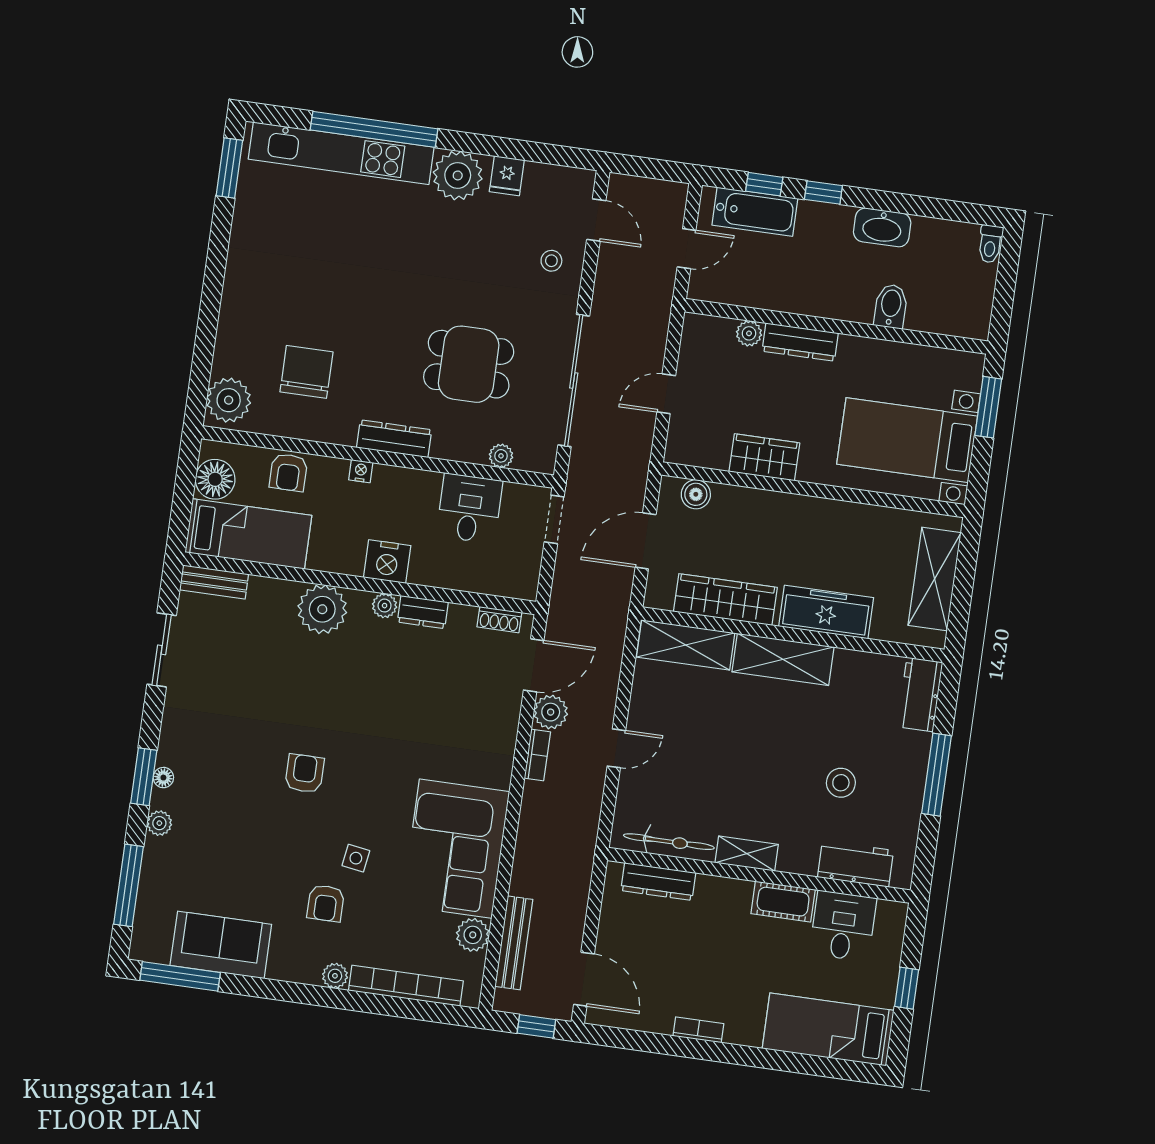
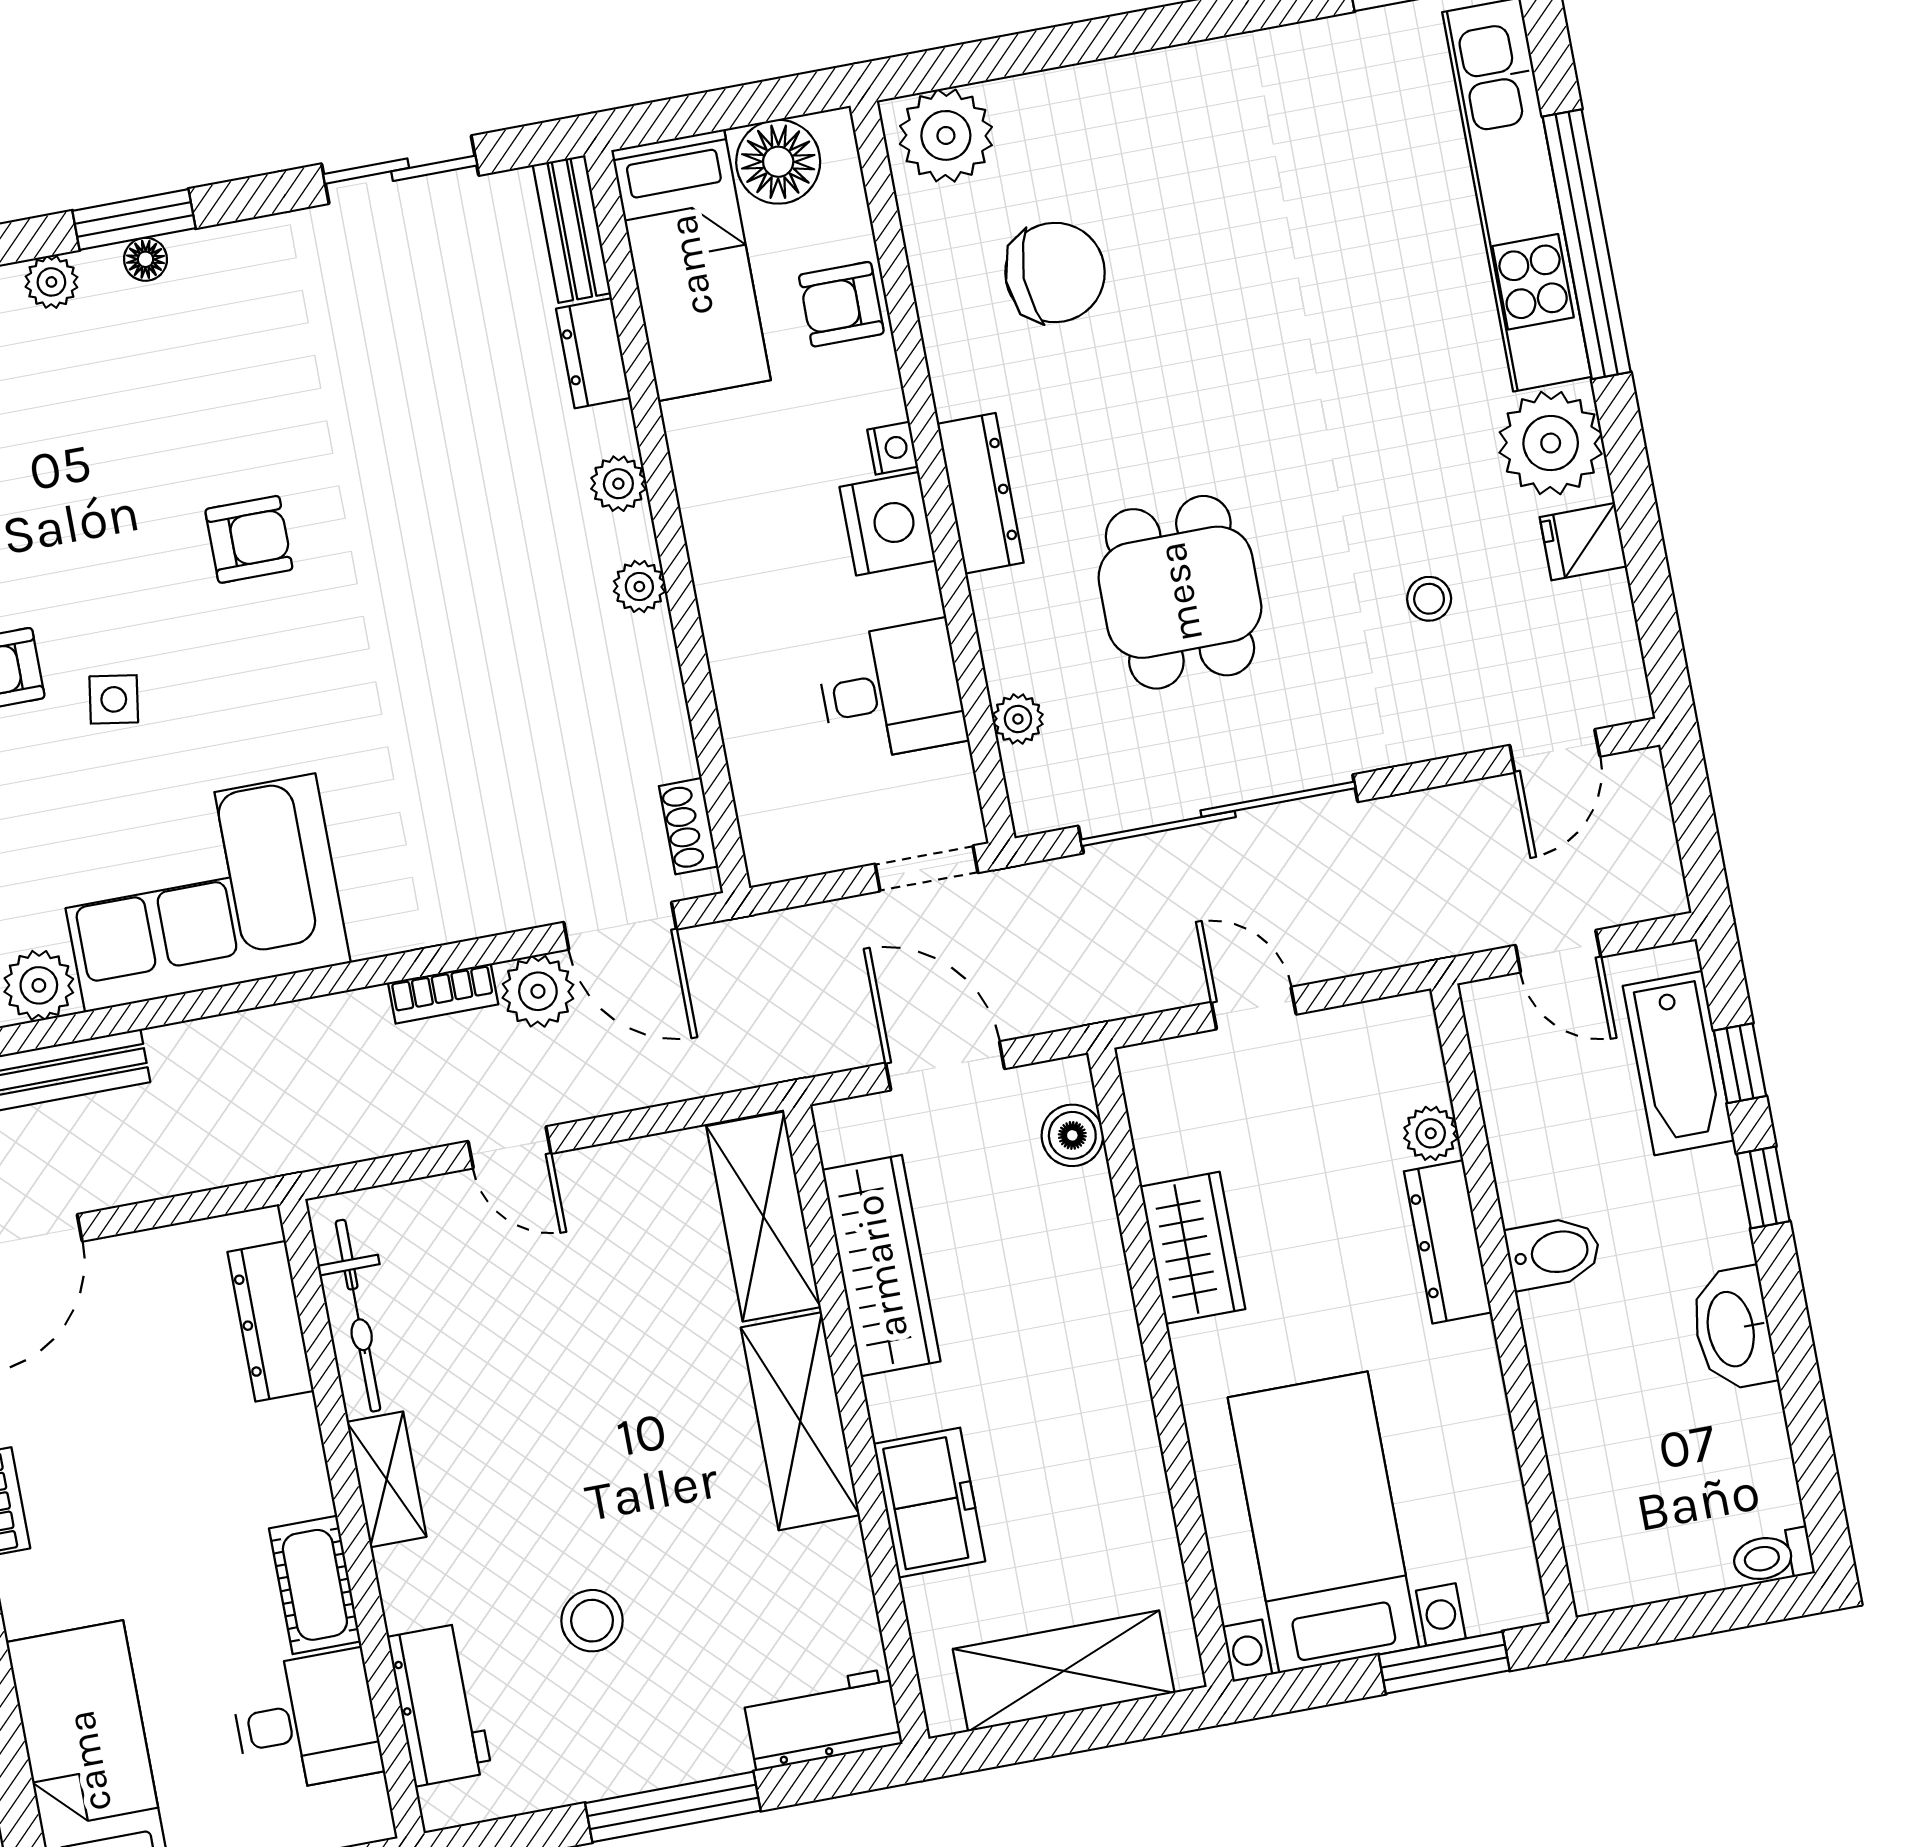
stool: (551, 261) -> (1429, 599), moved
bidet: (891, 306) -> (1553, 1253), moved
nightstand: (387, 562) -> (888, 524), moved, turned 180
plant: (322, 609) -> (618, 484), width x0.53, depth x0.53
dresser: (423, 612) -> (593, 353), moved
freezer: (826, 612) -> (929, 1503), width x0.71

